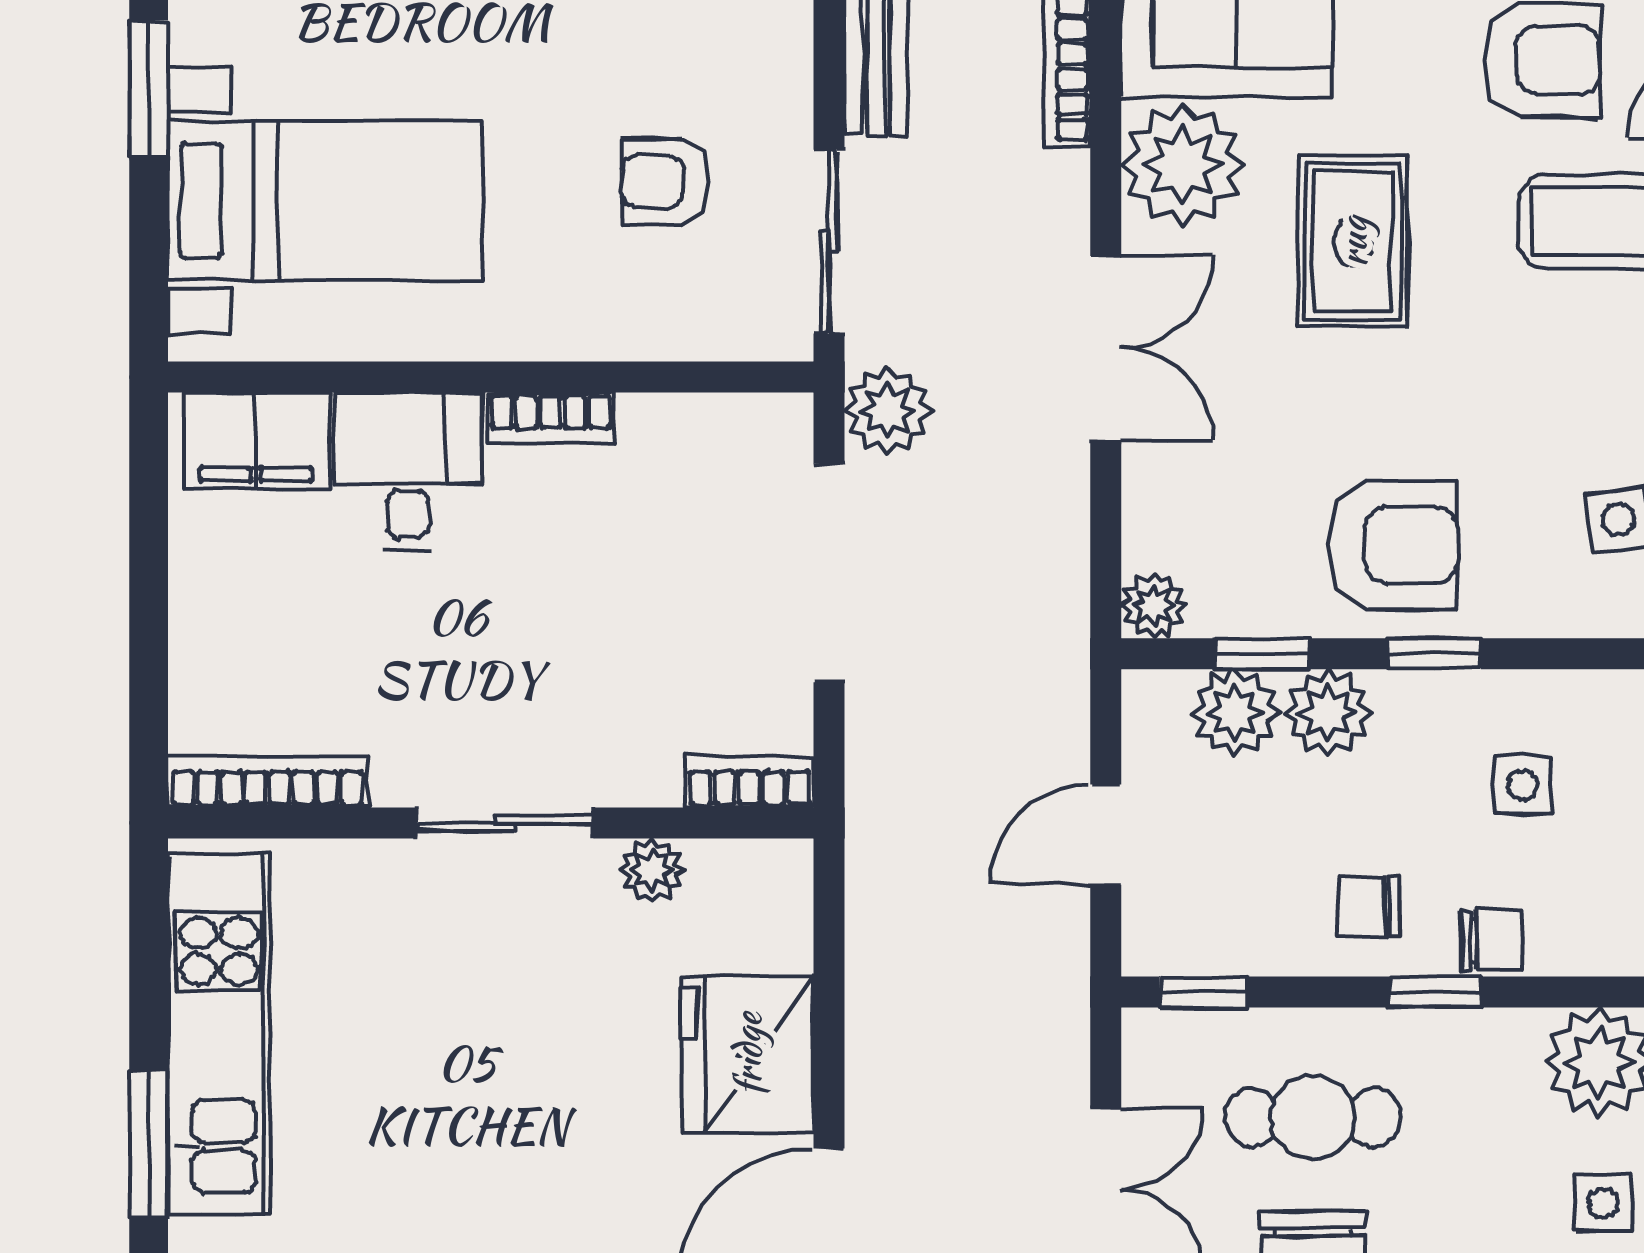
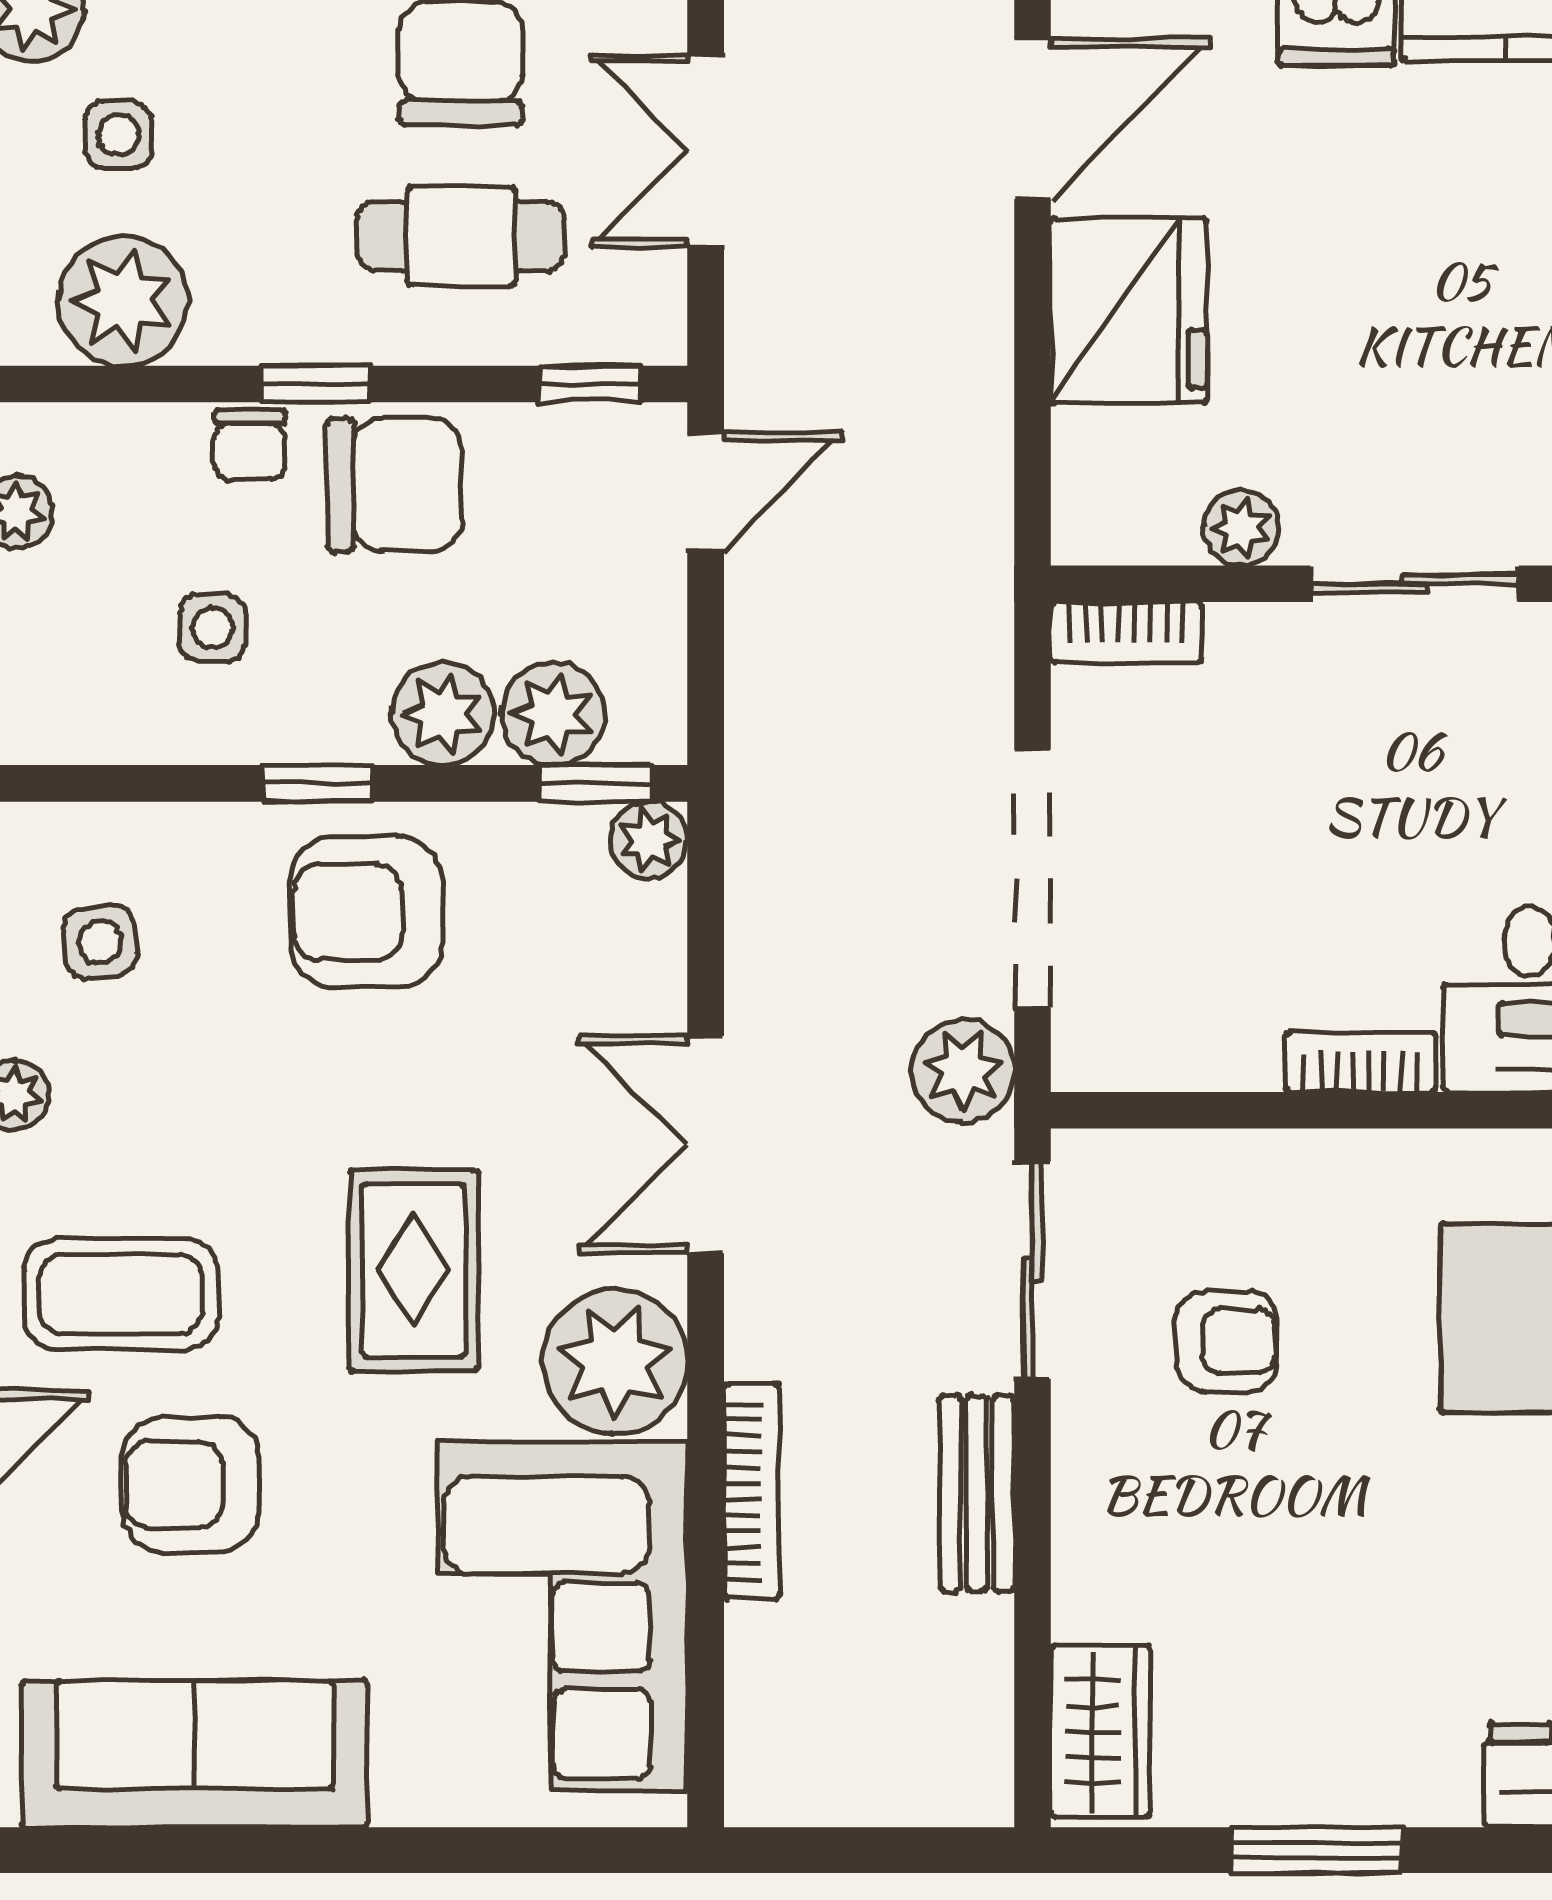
window: (1262, 654) -> (596, 783), moved
door: (1106, 835) -> (706, 491), moved
chair: (1369, 906) -> (394, 485), width x1.87, depth x1.87
chair: (1492, 940) -> (250, 445), turned -90

